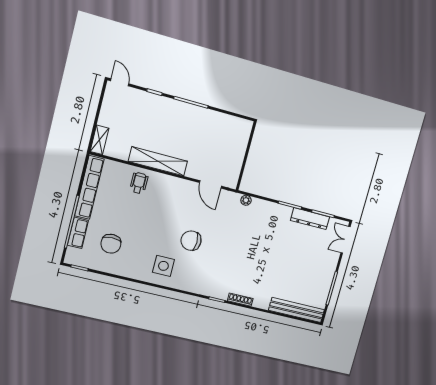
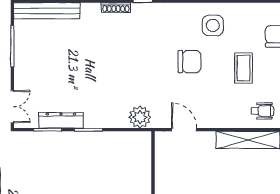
wheelchair: (139, 183) -> (263, 111), turned -90
plant: (246, 200) -> (140, 117), width x1.87, depth x1.87
coffee table: (146, 224) -> (244, 68), added

